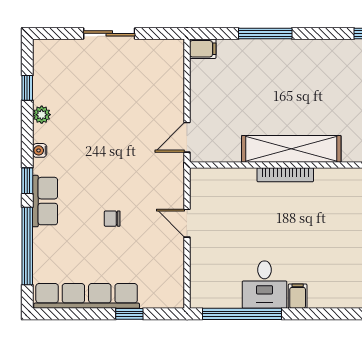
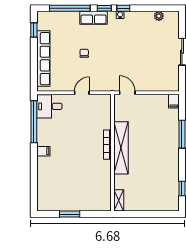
window: (27, 88) -> (123, 8), moved
plant: (42, 115) -> (159, 16), moved
desk: (264, 285) -> (49, 106), moved
row of seats: (87, 296) -> (43, 59), moved
window: (129, 314) -> (34, 30), moved

